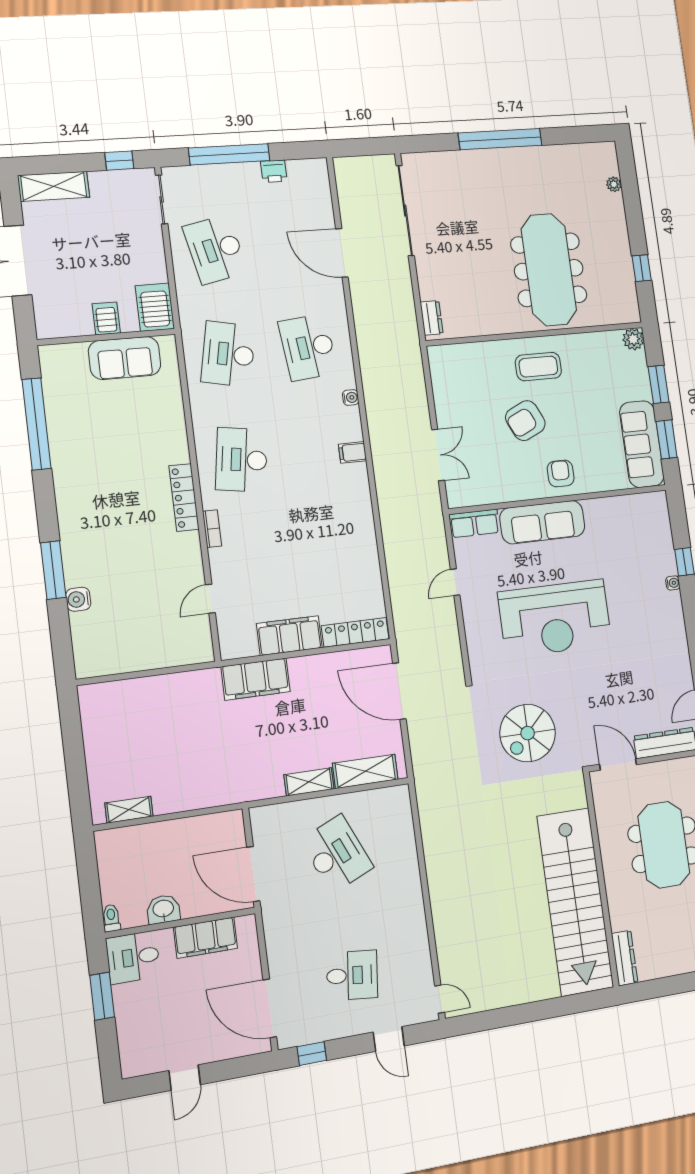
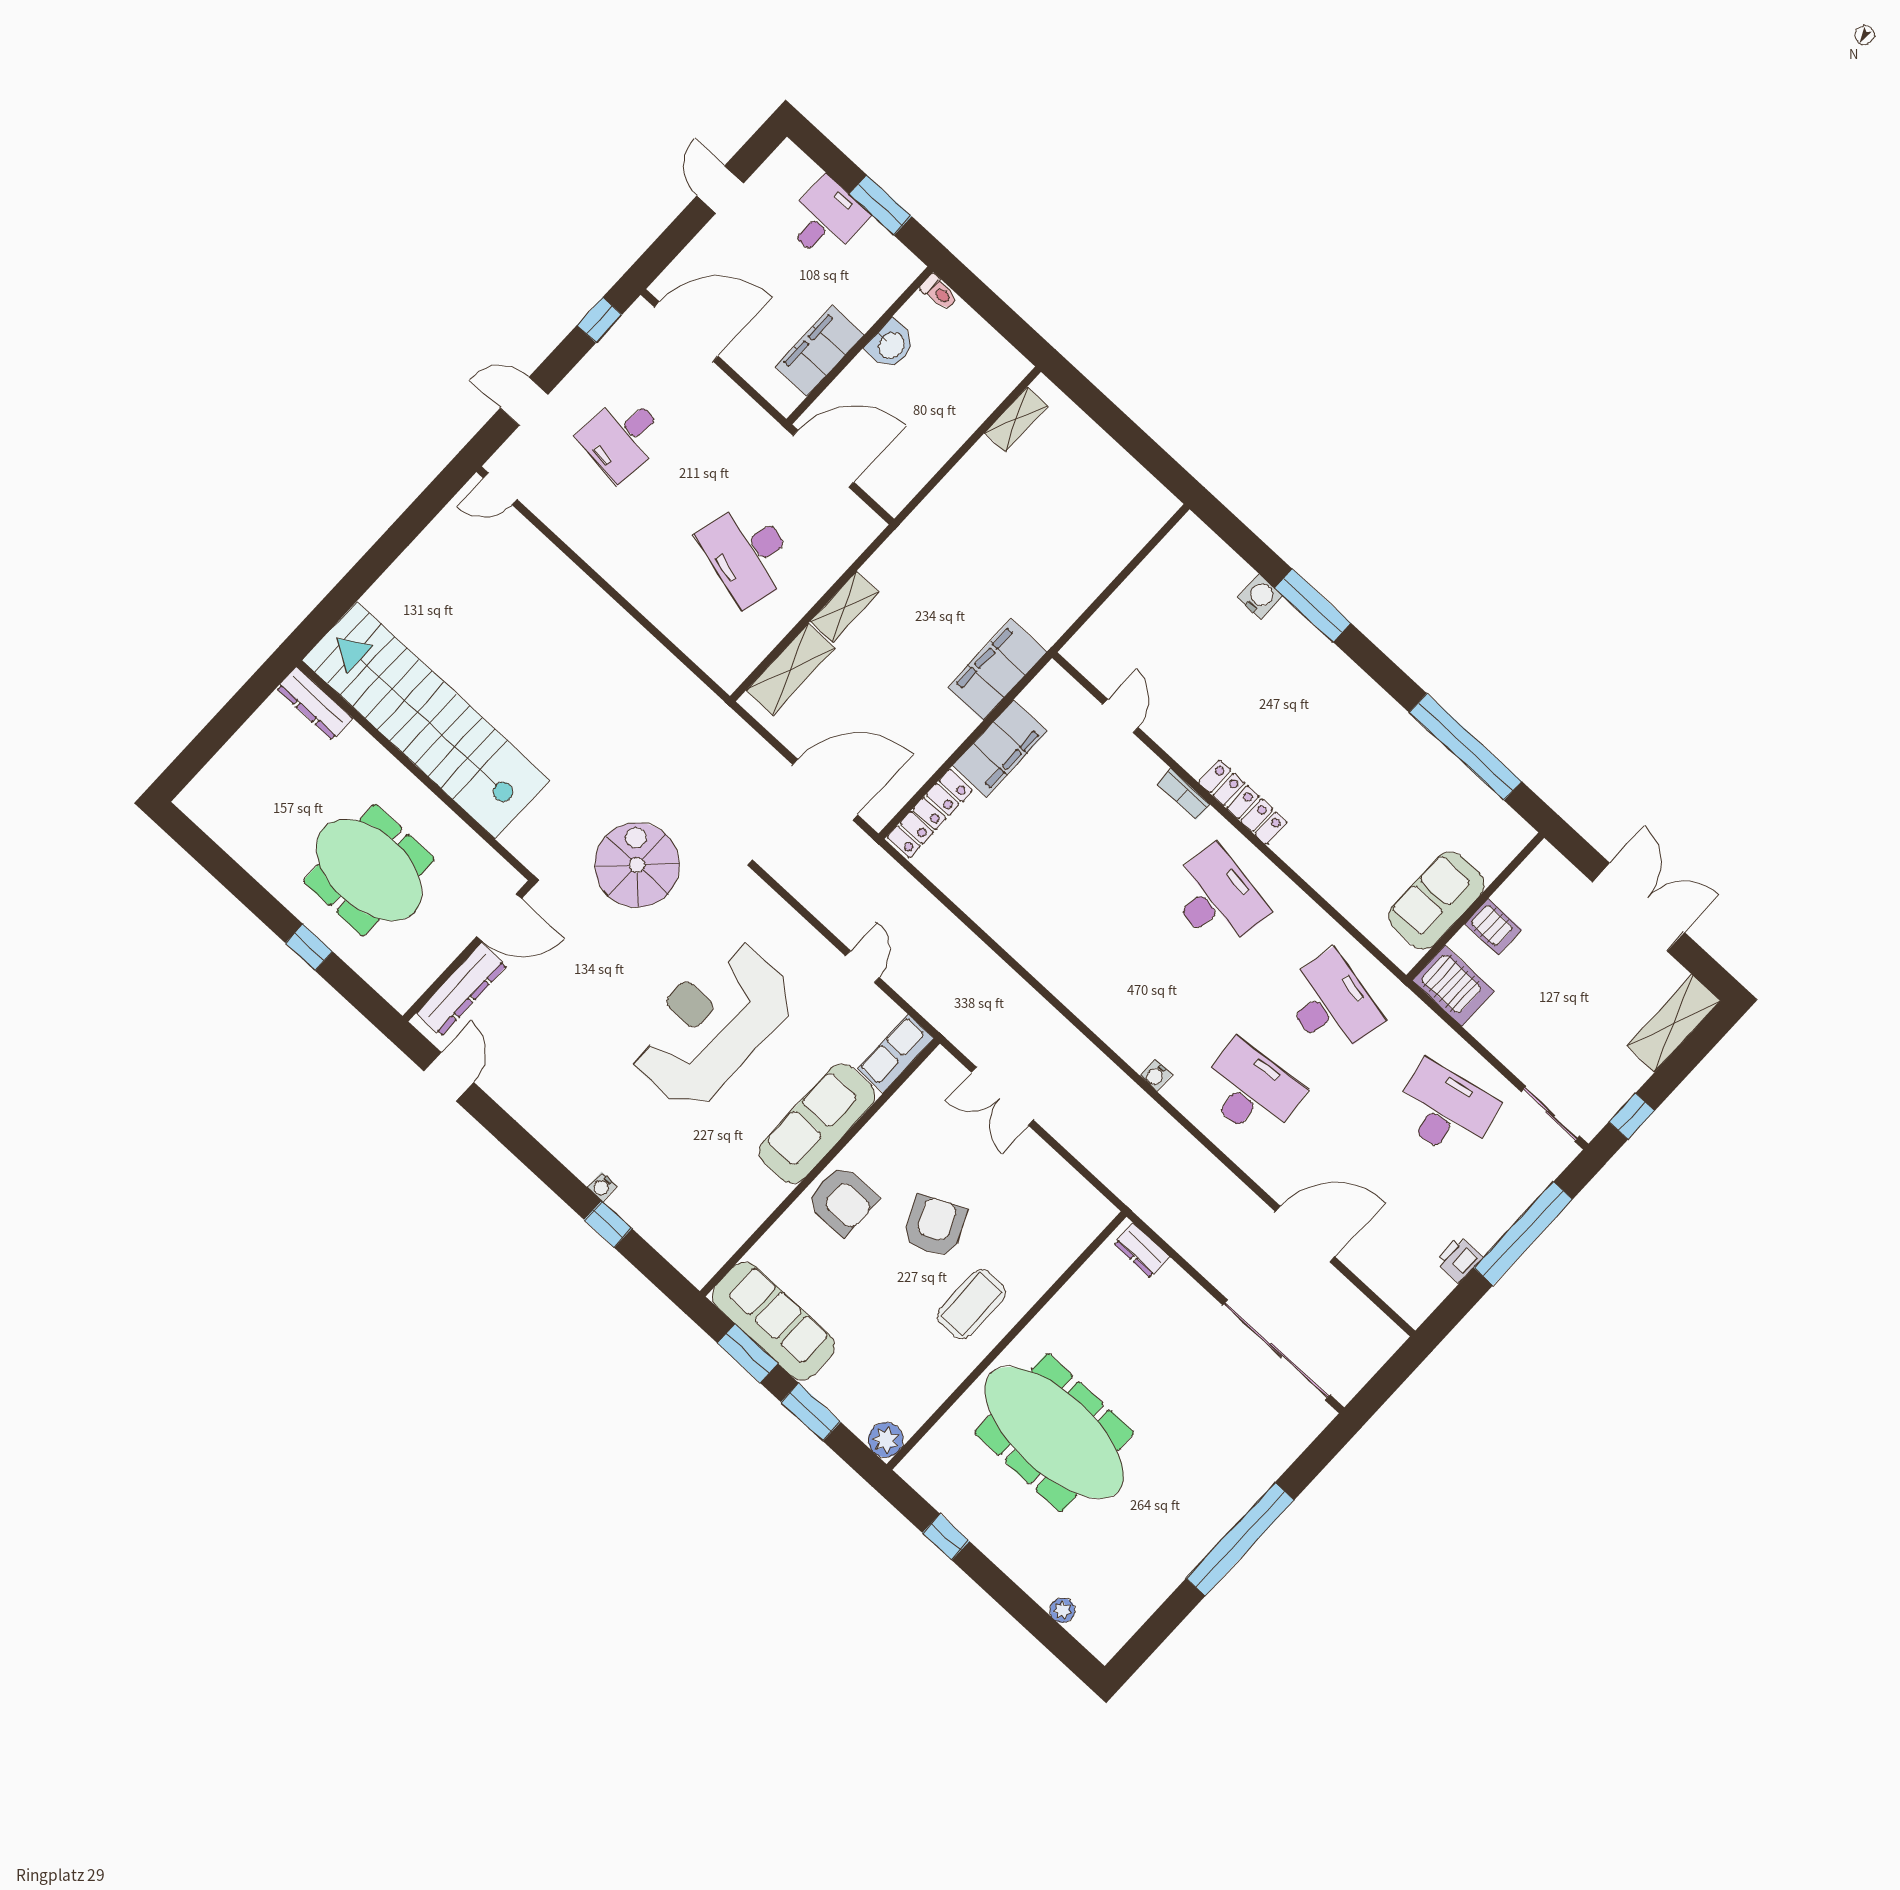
filing cabinet: (352, 452) -> (1101, 1014), removed
armchair: (561, 473) -> (842, 1200), width x1.38, depth x1.38
desk: (337, 854) -> (748, 554), turned 39
desk: (133, 957) -> (826, 219), moved

